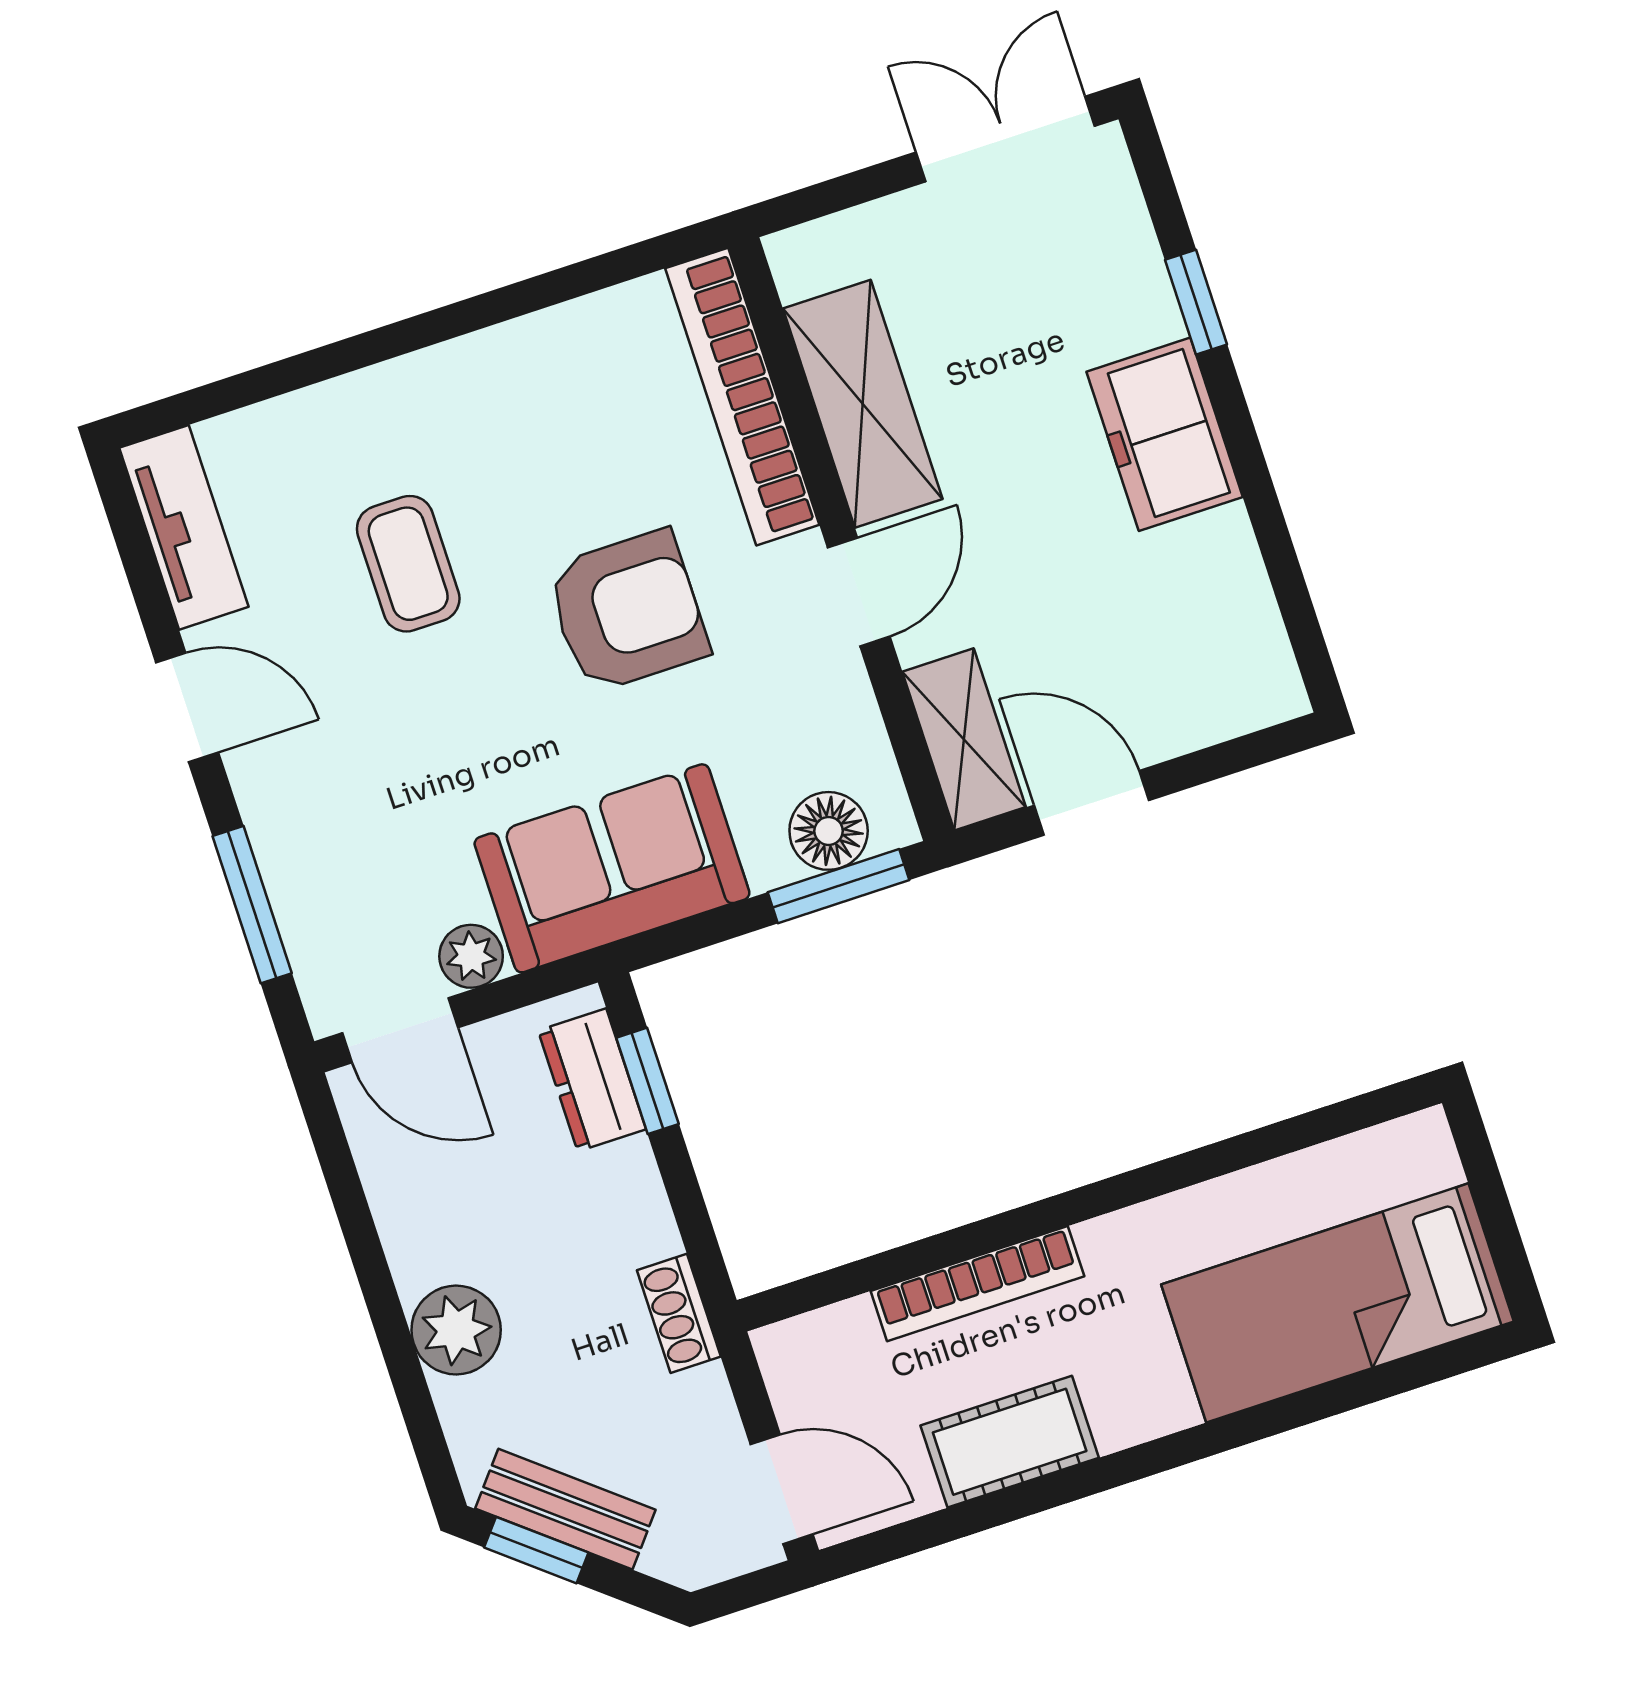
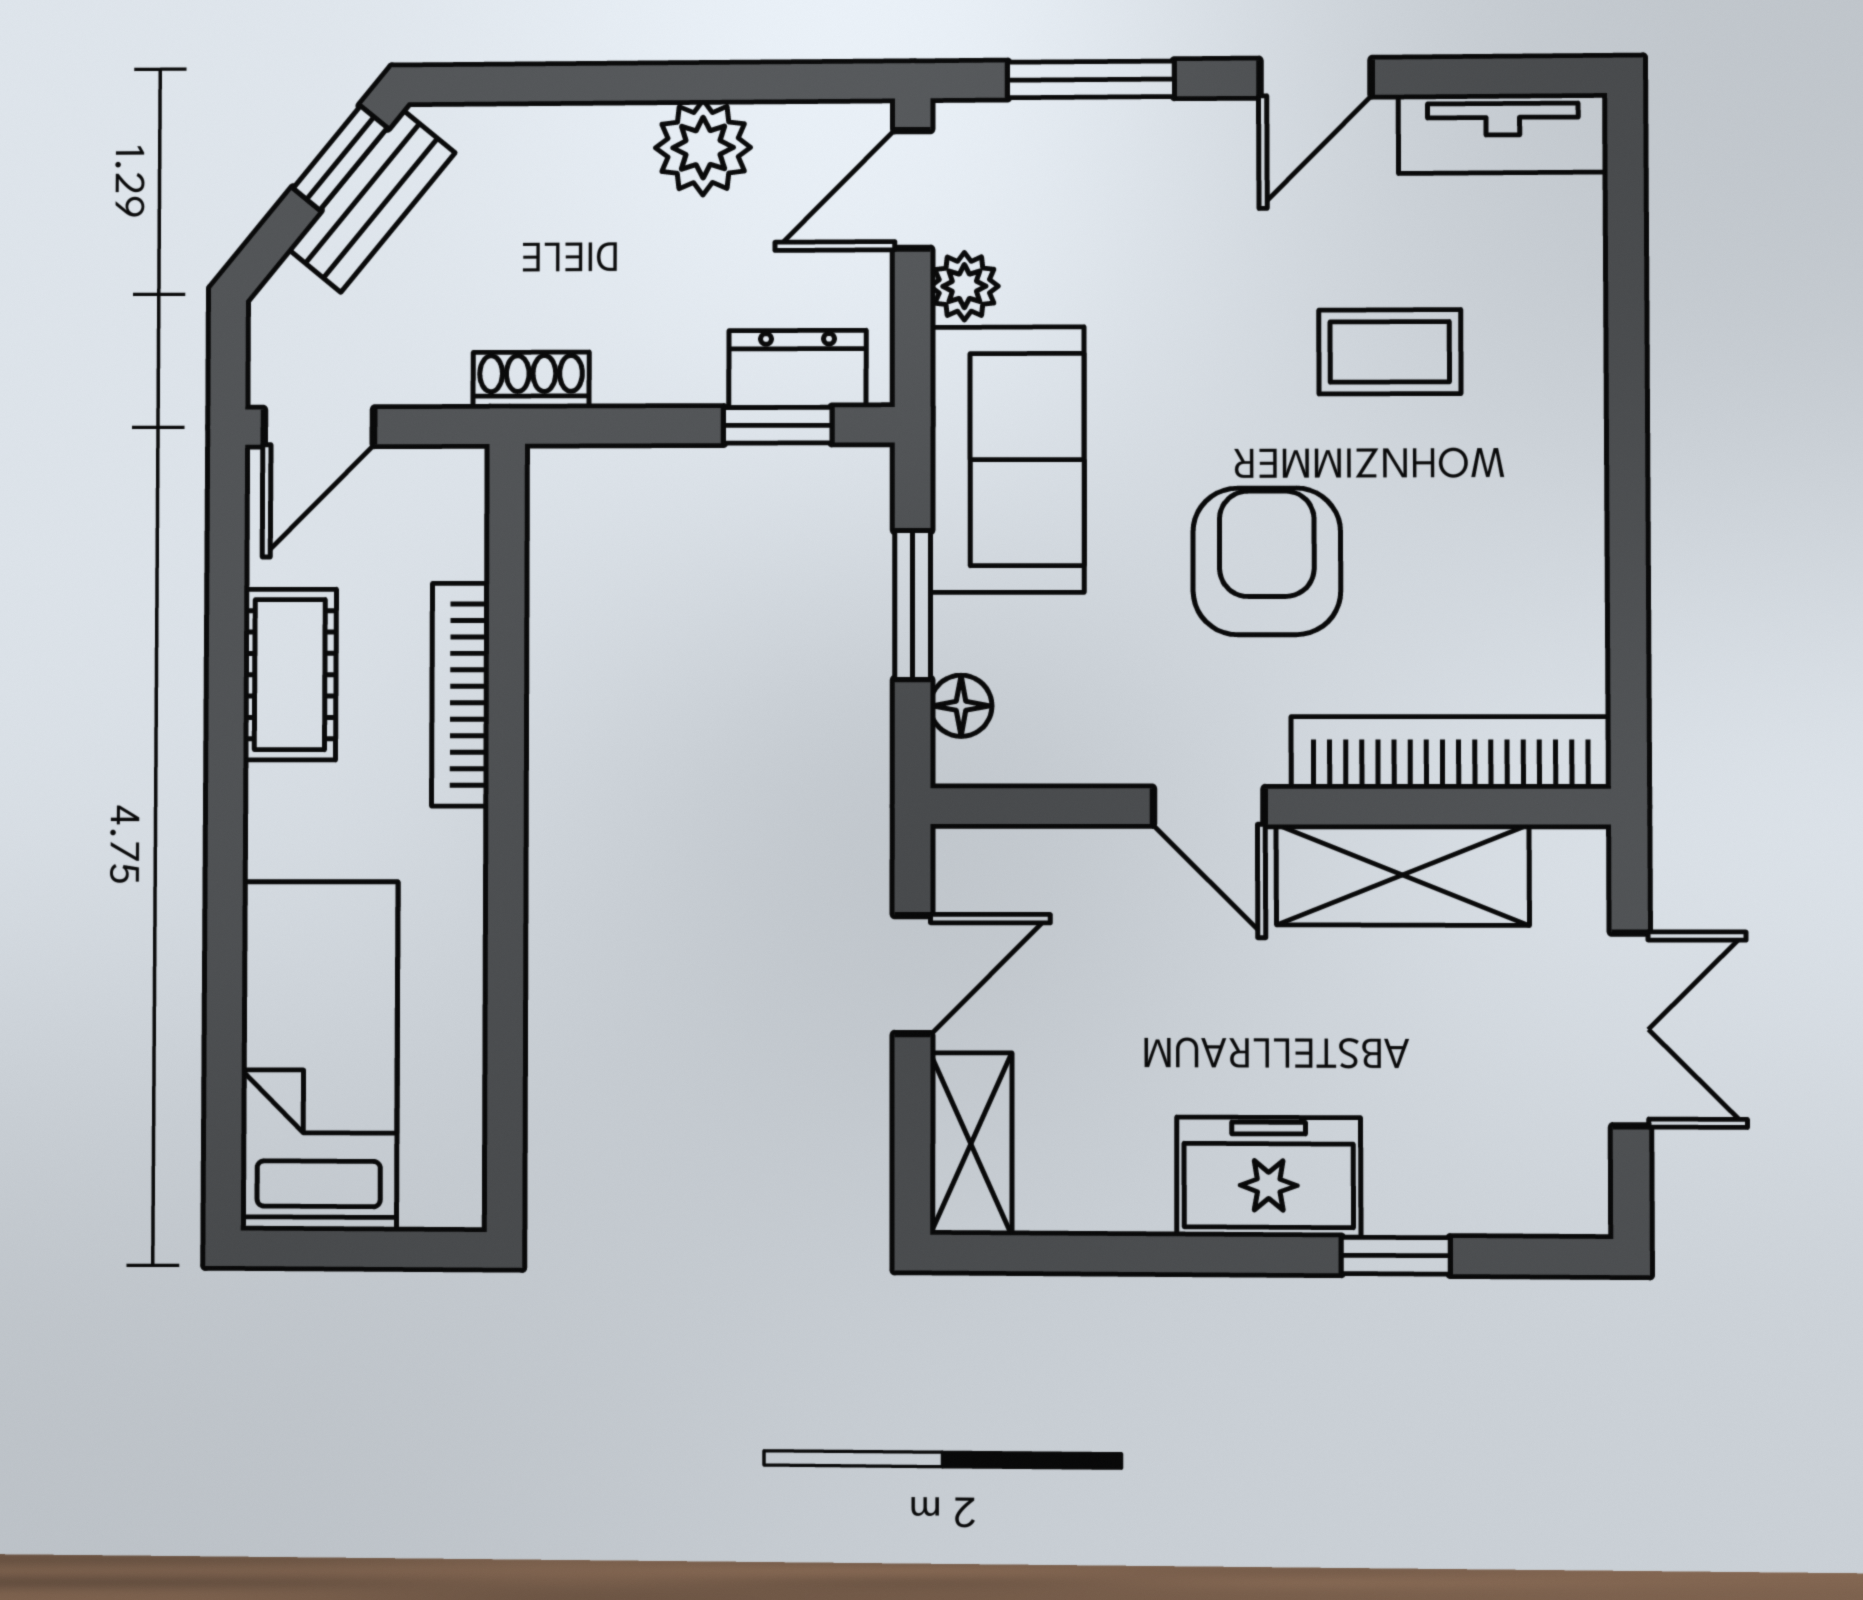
double door: (1005, 139) -> (1630, 1029), moved
armchair: (627, 611) -> (1267, 561), turned 180
shelving: (964, 739) -> (971, 1144), moved, turned 90
floor lamp: (829, 831) -> (961, 706), width x0.73, depth x0.73
window: (838, 886) -> (913, 605), moved
plant: (456, 1330) -> (703, 148), moved

